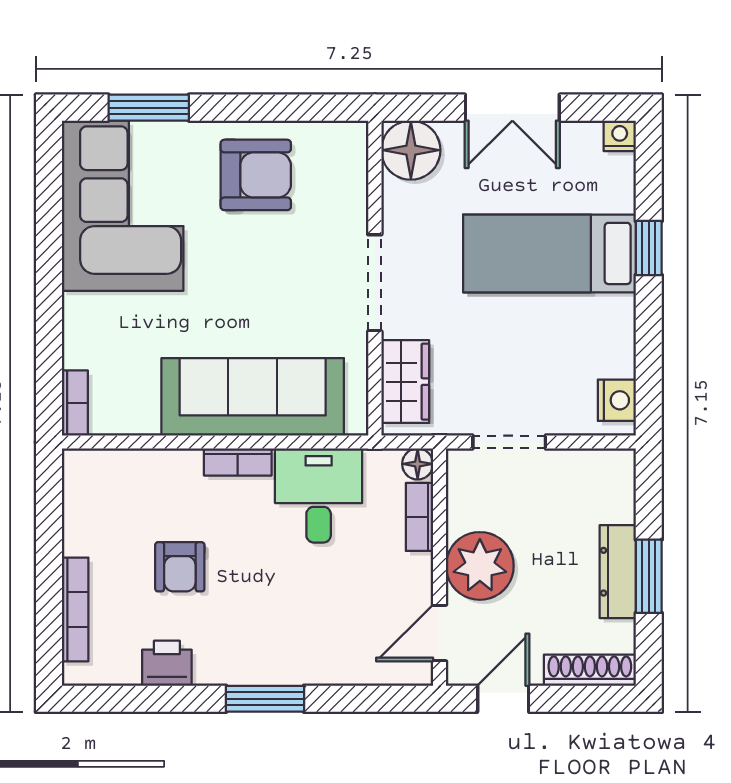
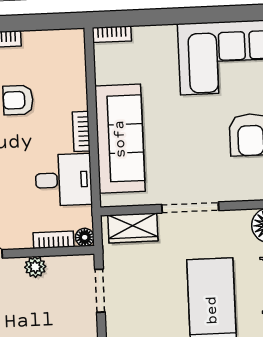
plant: (480, 566) -> (35, 267), width x0.53, depth x0.53

